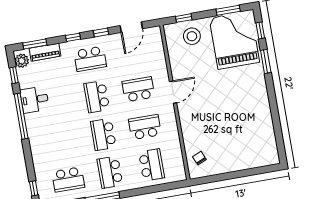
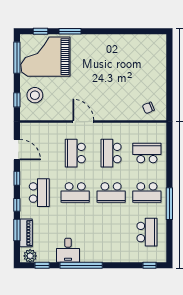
window: (228, 10) -> (17, 58), width x1.44
window: (35, 44) -> (17, 230), moved

